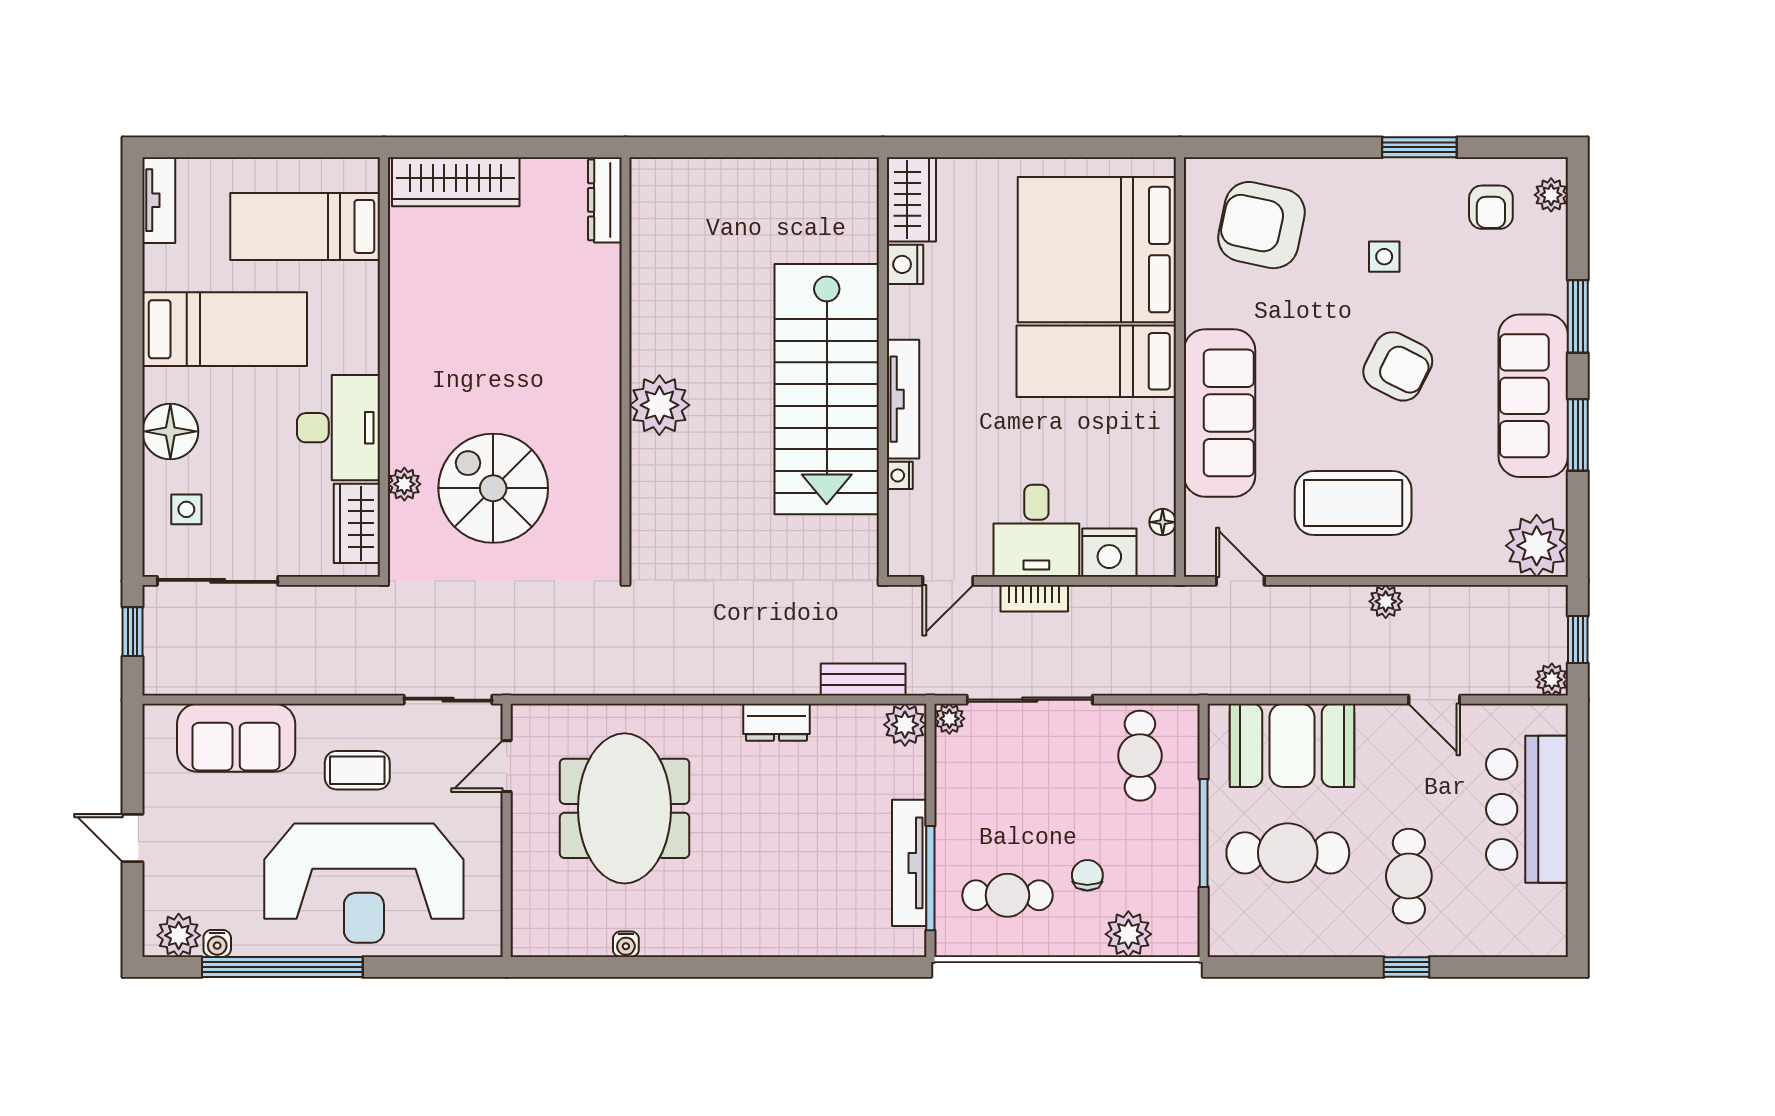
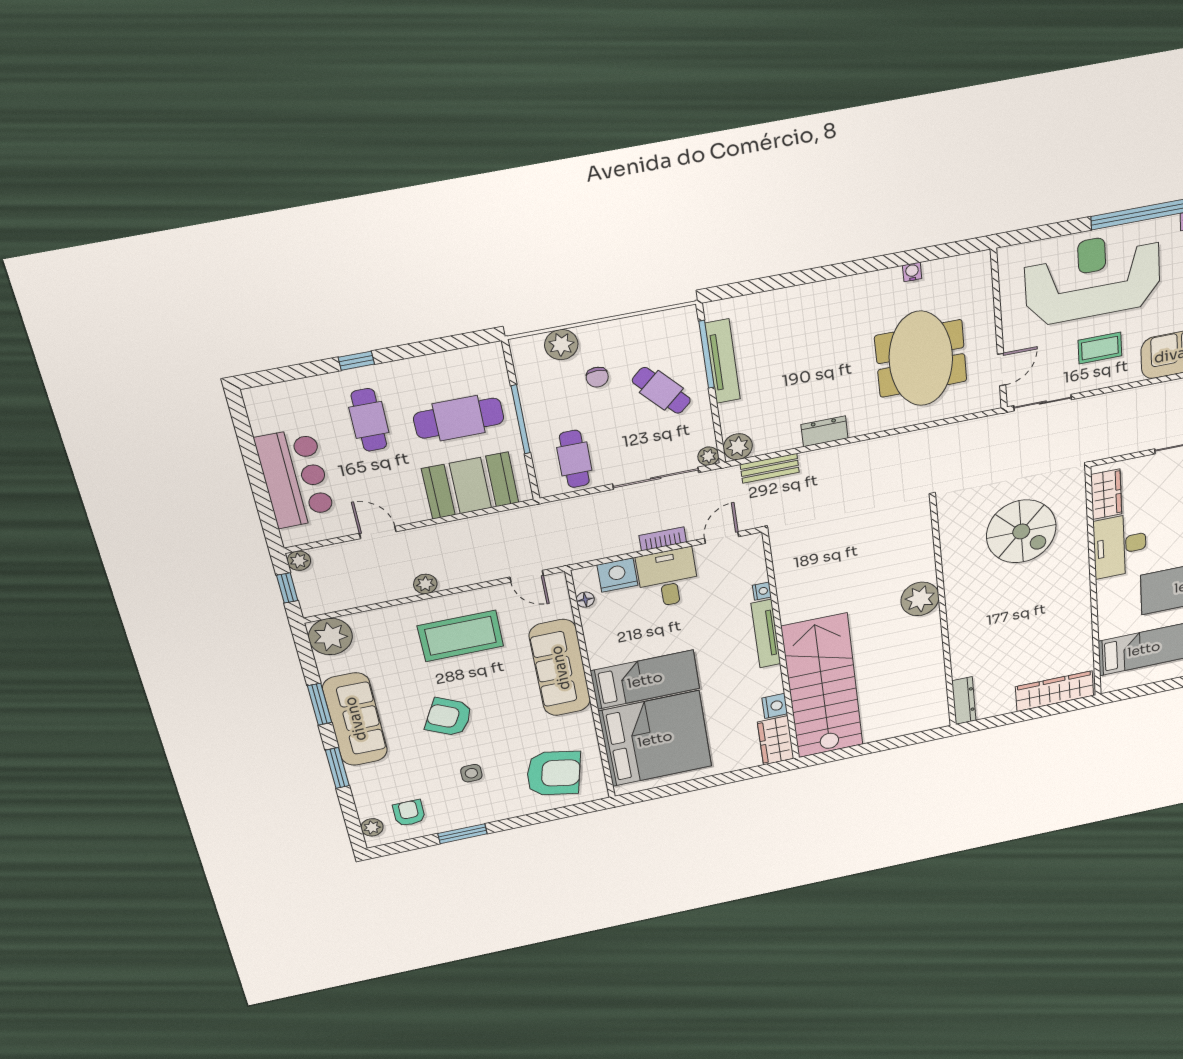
stairs: (827, 389) -> (822, 686), moved
plant: (404, 484) -> (1077, 522), removed
cafe table: (1007, 895) -> (661, 390), moved, turned 48

